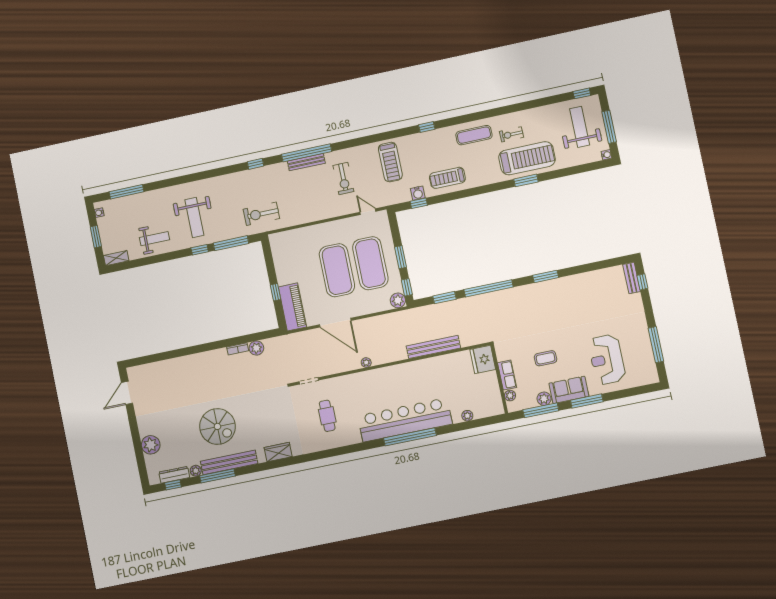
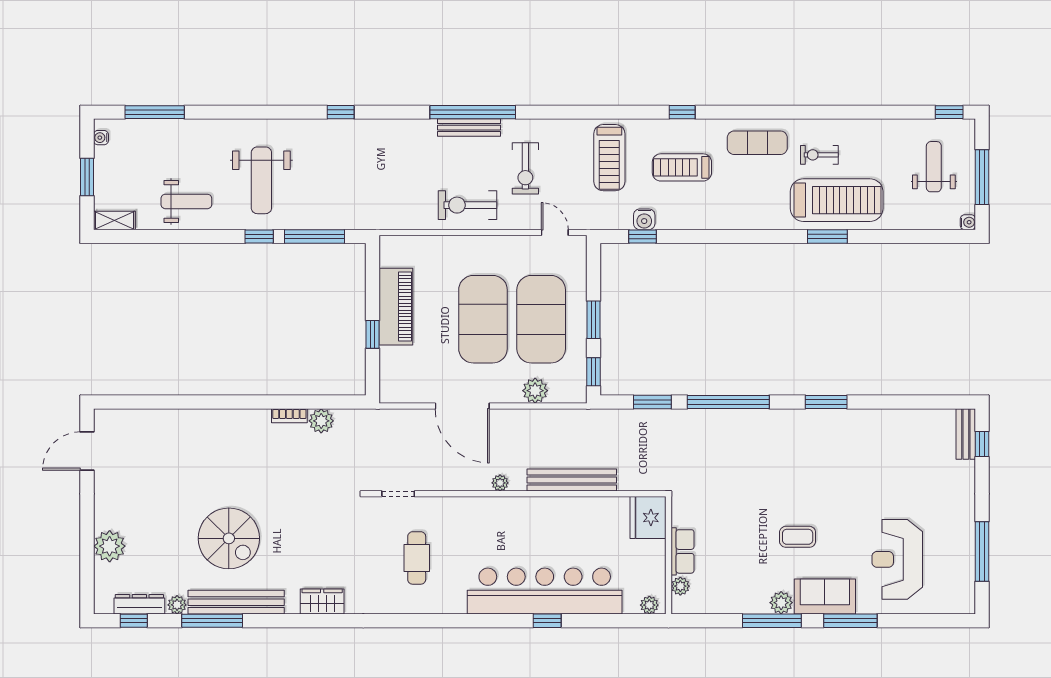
weight bench: (580, 127) -> (934, 167), width x0.73, depth x0.75
window: (256, 164) -> (341, 112), moved
treadmill: (447, 178) -> (682, 167), moved
exercise bike: (261, 214) -> (467, 205), moved
plant: (398, 300) -> (535, 391), moved
piano: (292, 307) -> (396, 307), moved
bench: (433, 347) -> (572, 480), moved
fridge: (483, 359) -> (648, 518), moved
row of seats: (507, 375) -> (683, 551), moved
wall: (499, 379) -> (669, 555), moved
plant: (510, 396) -> (680, 586), moved
window: (410, 437) -> (547, 621), width x0.32

